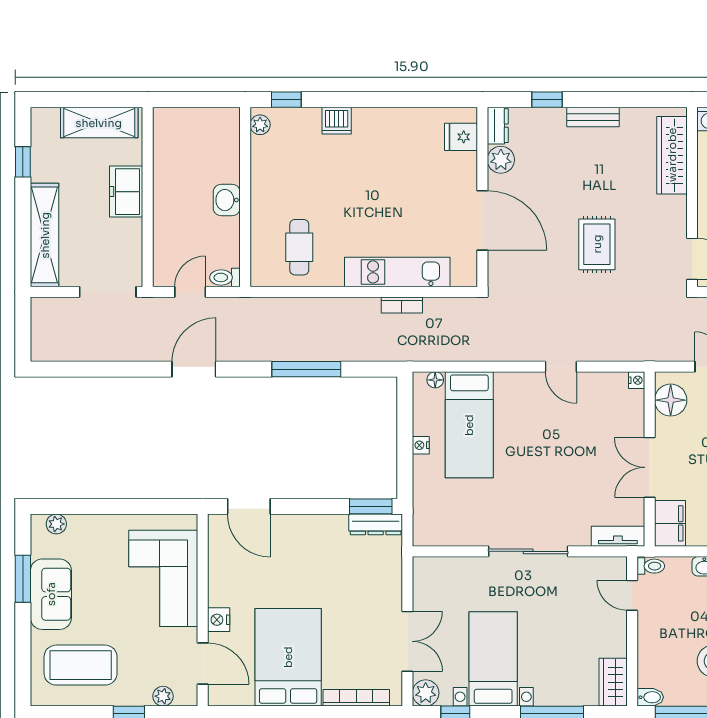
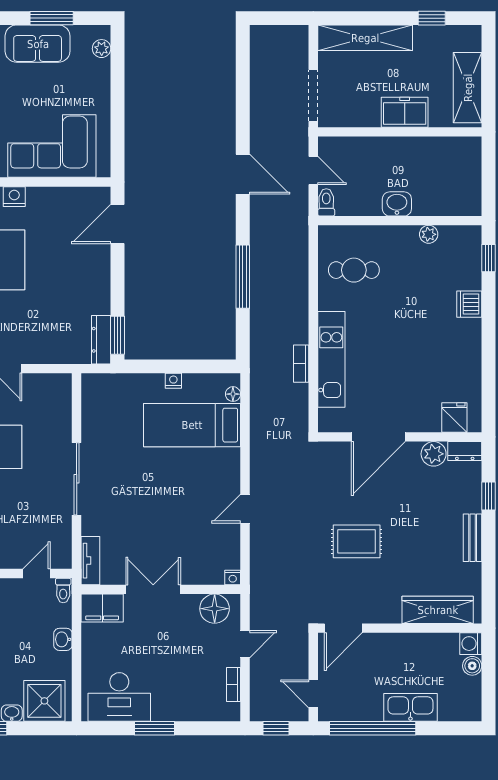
plant: (260, 125) -> (429, 234), moved

